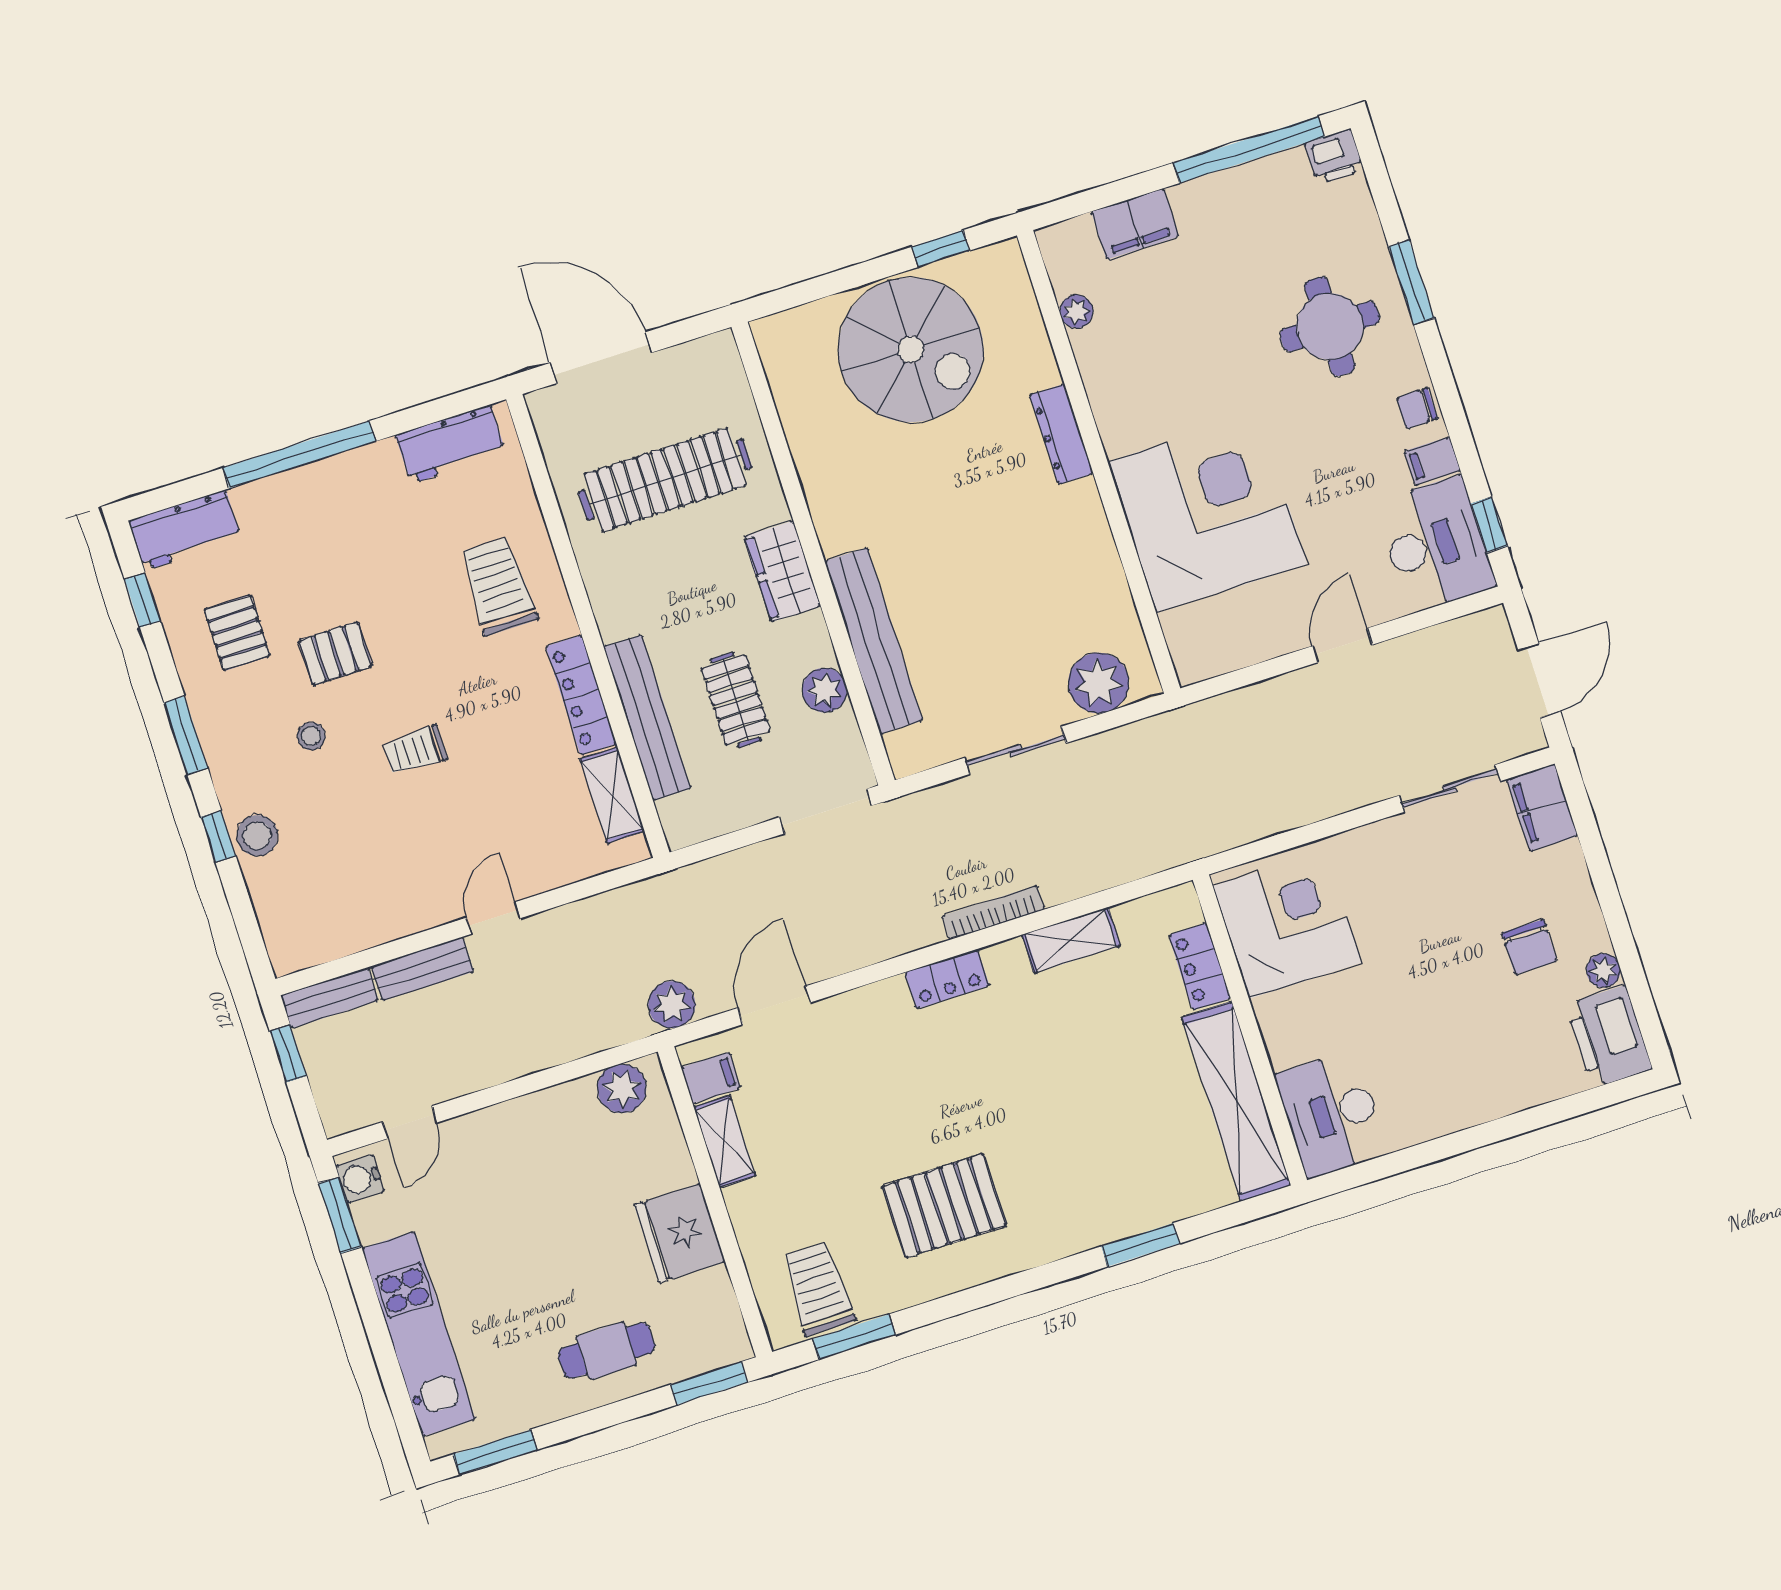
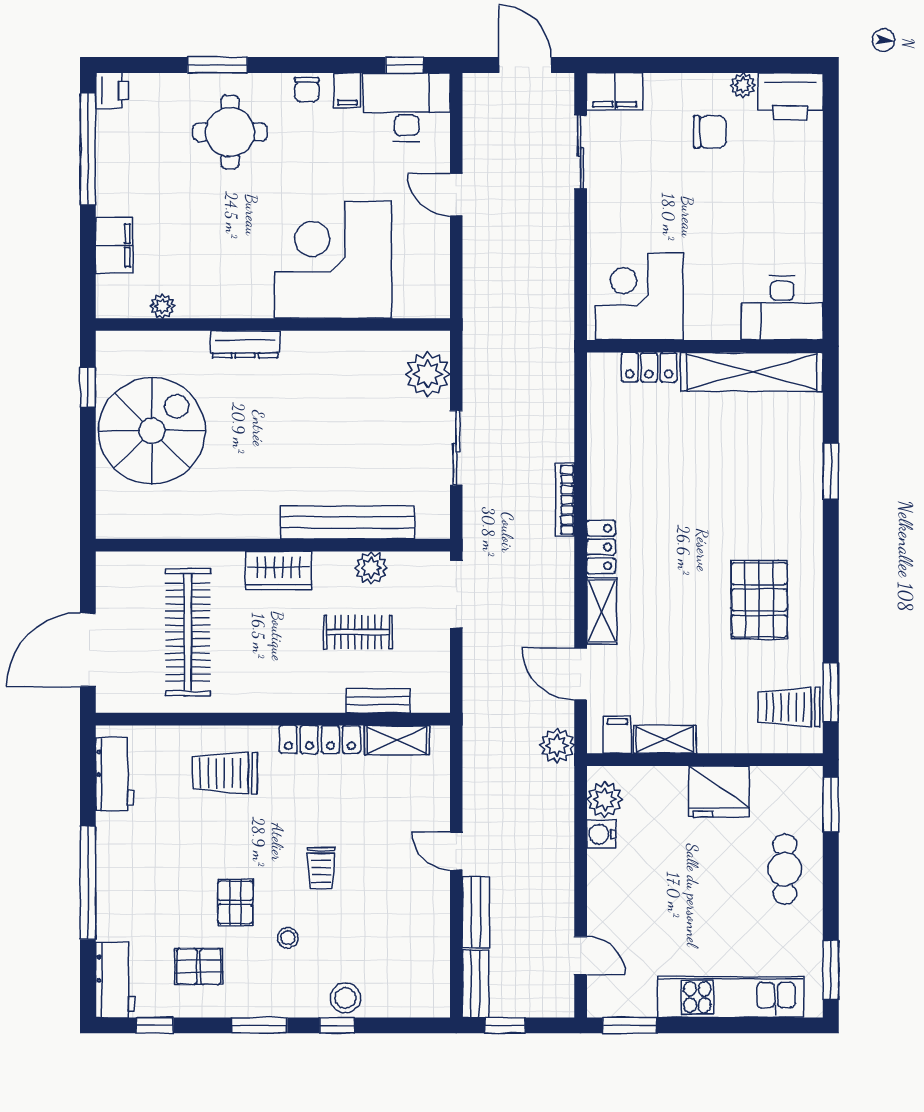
bench: (647, 718) -> (378, 701), width x0.54, depth x0.82
shelving: (1071, 940) -> (602, 611), moved
water cooler: (360, 1179) -> (601, 834), moved, turned 90

